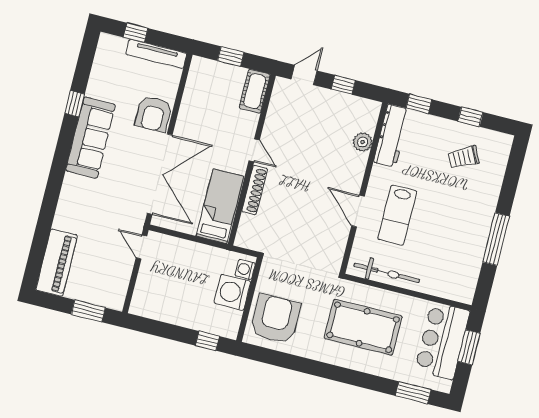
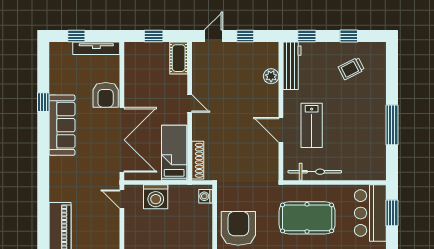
shoe rack: (255, 190) -> (198, 160), moved
washing machine: (232, 292) -> (156, 197), moved, turned -90

